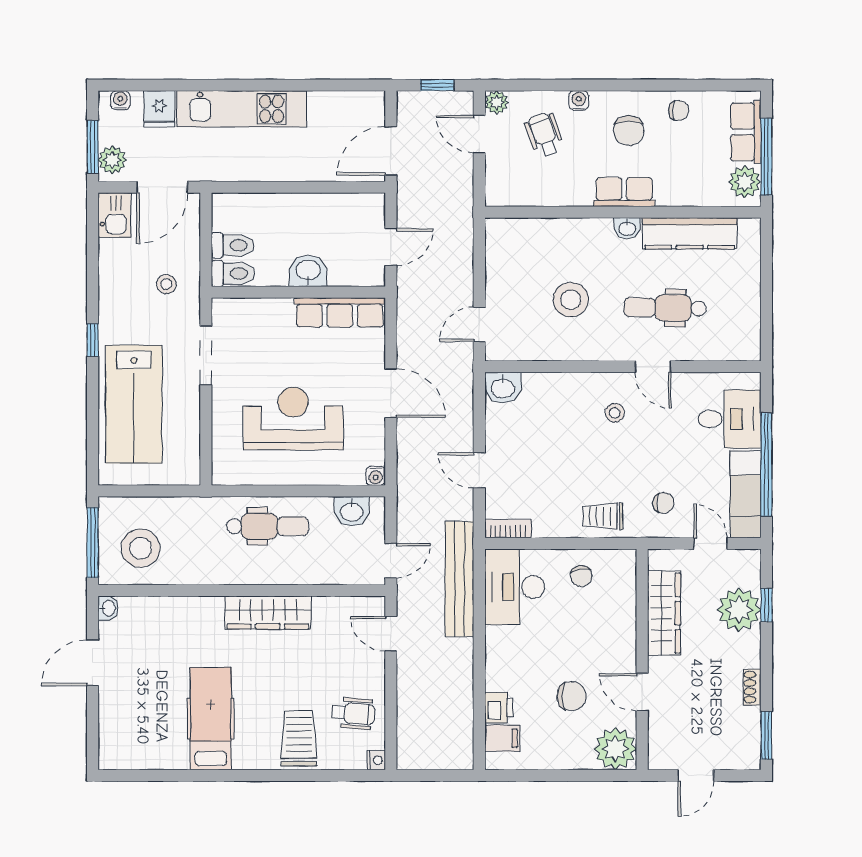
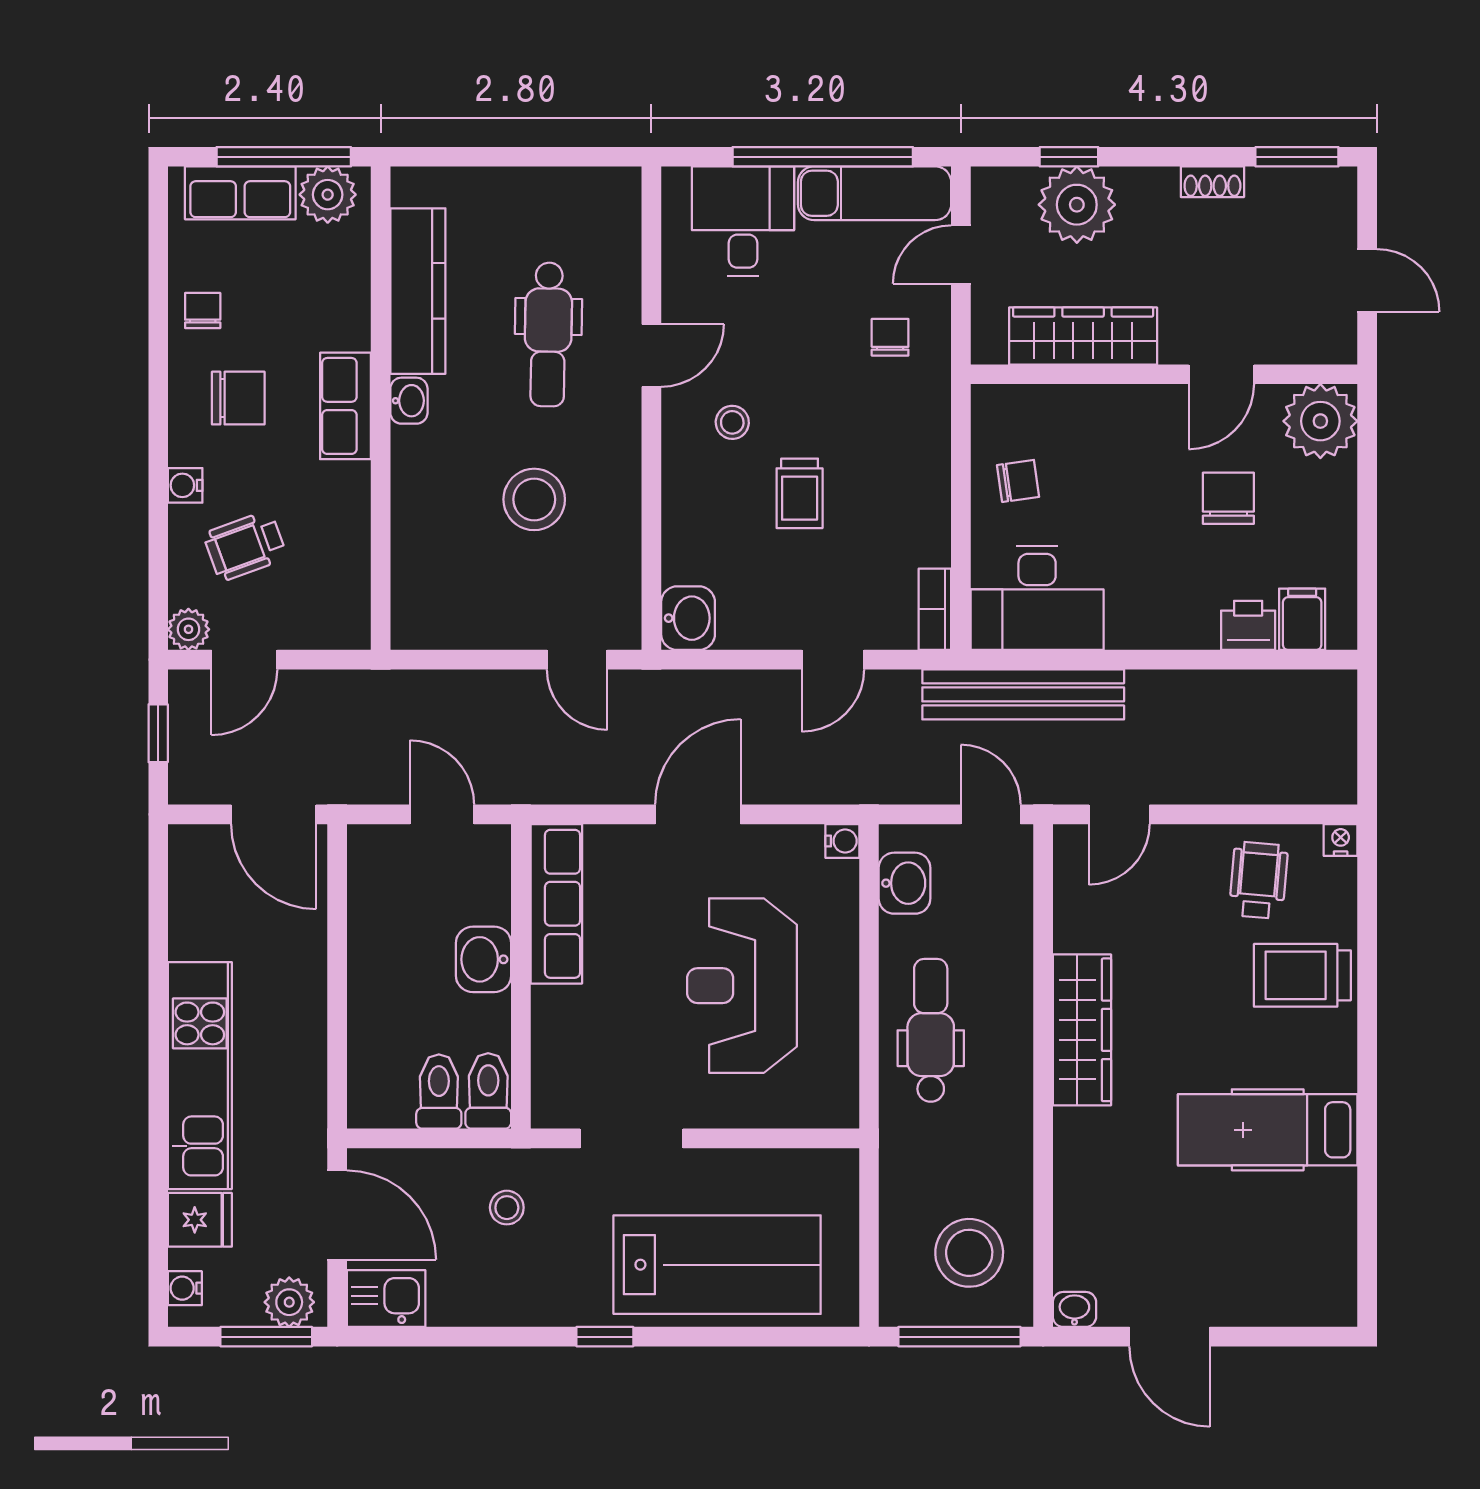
trolley: (603, 516) -> (800, 493), moved

